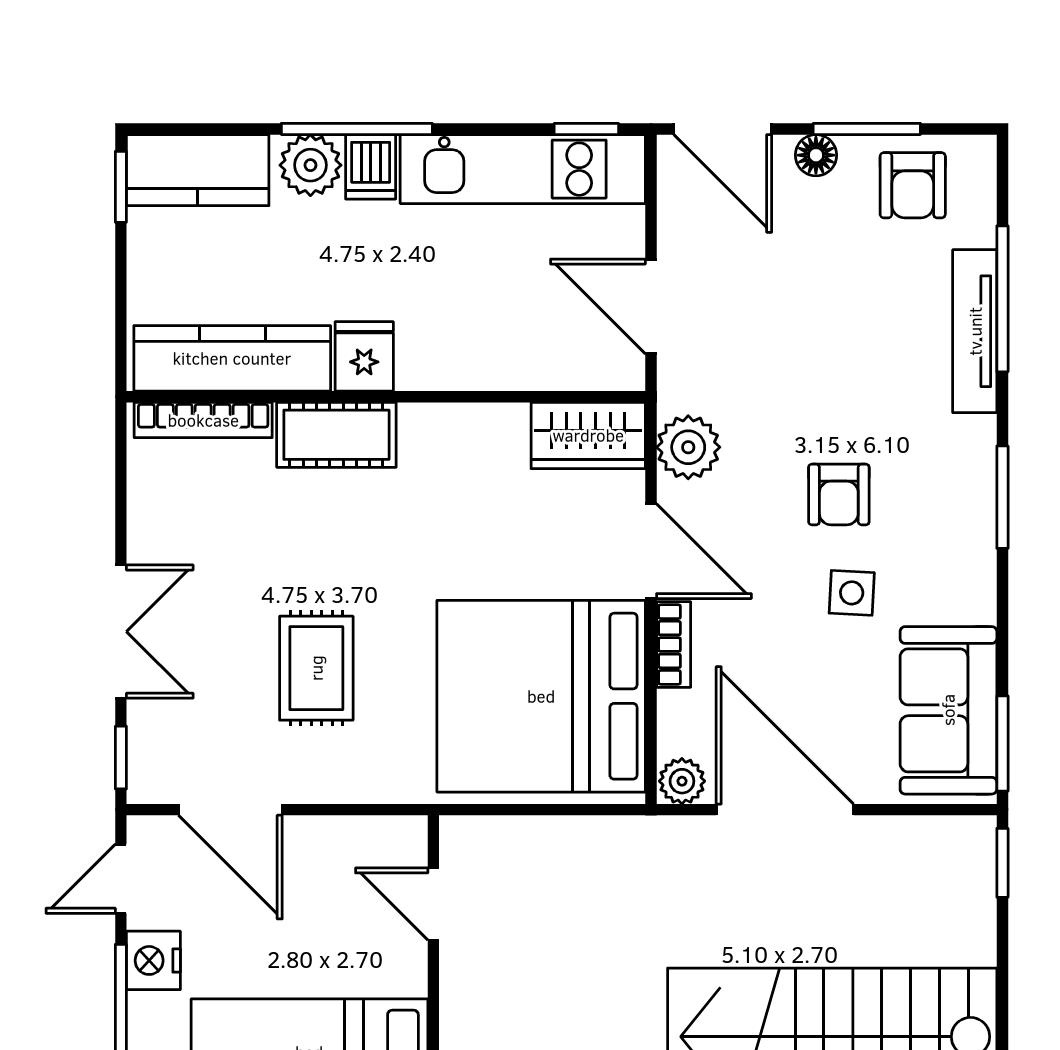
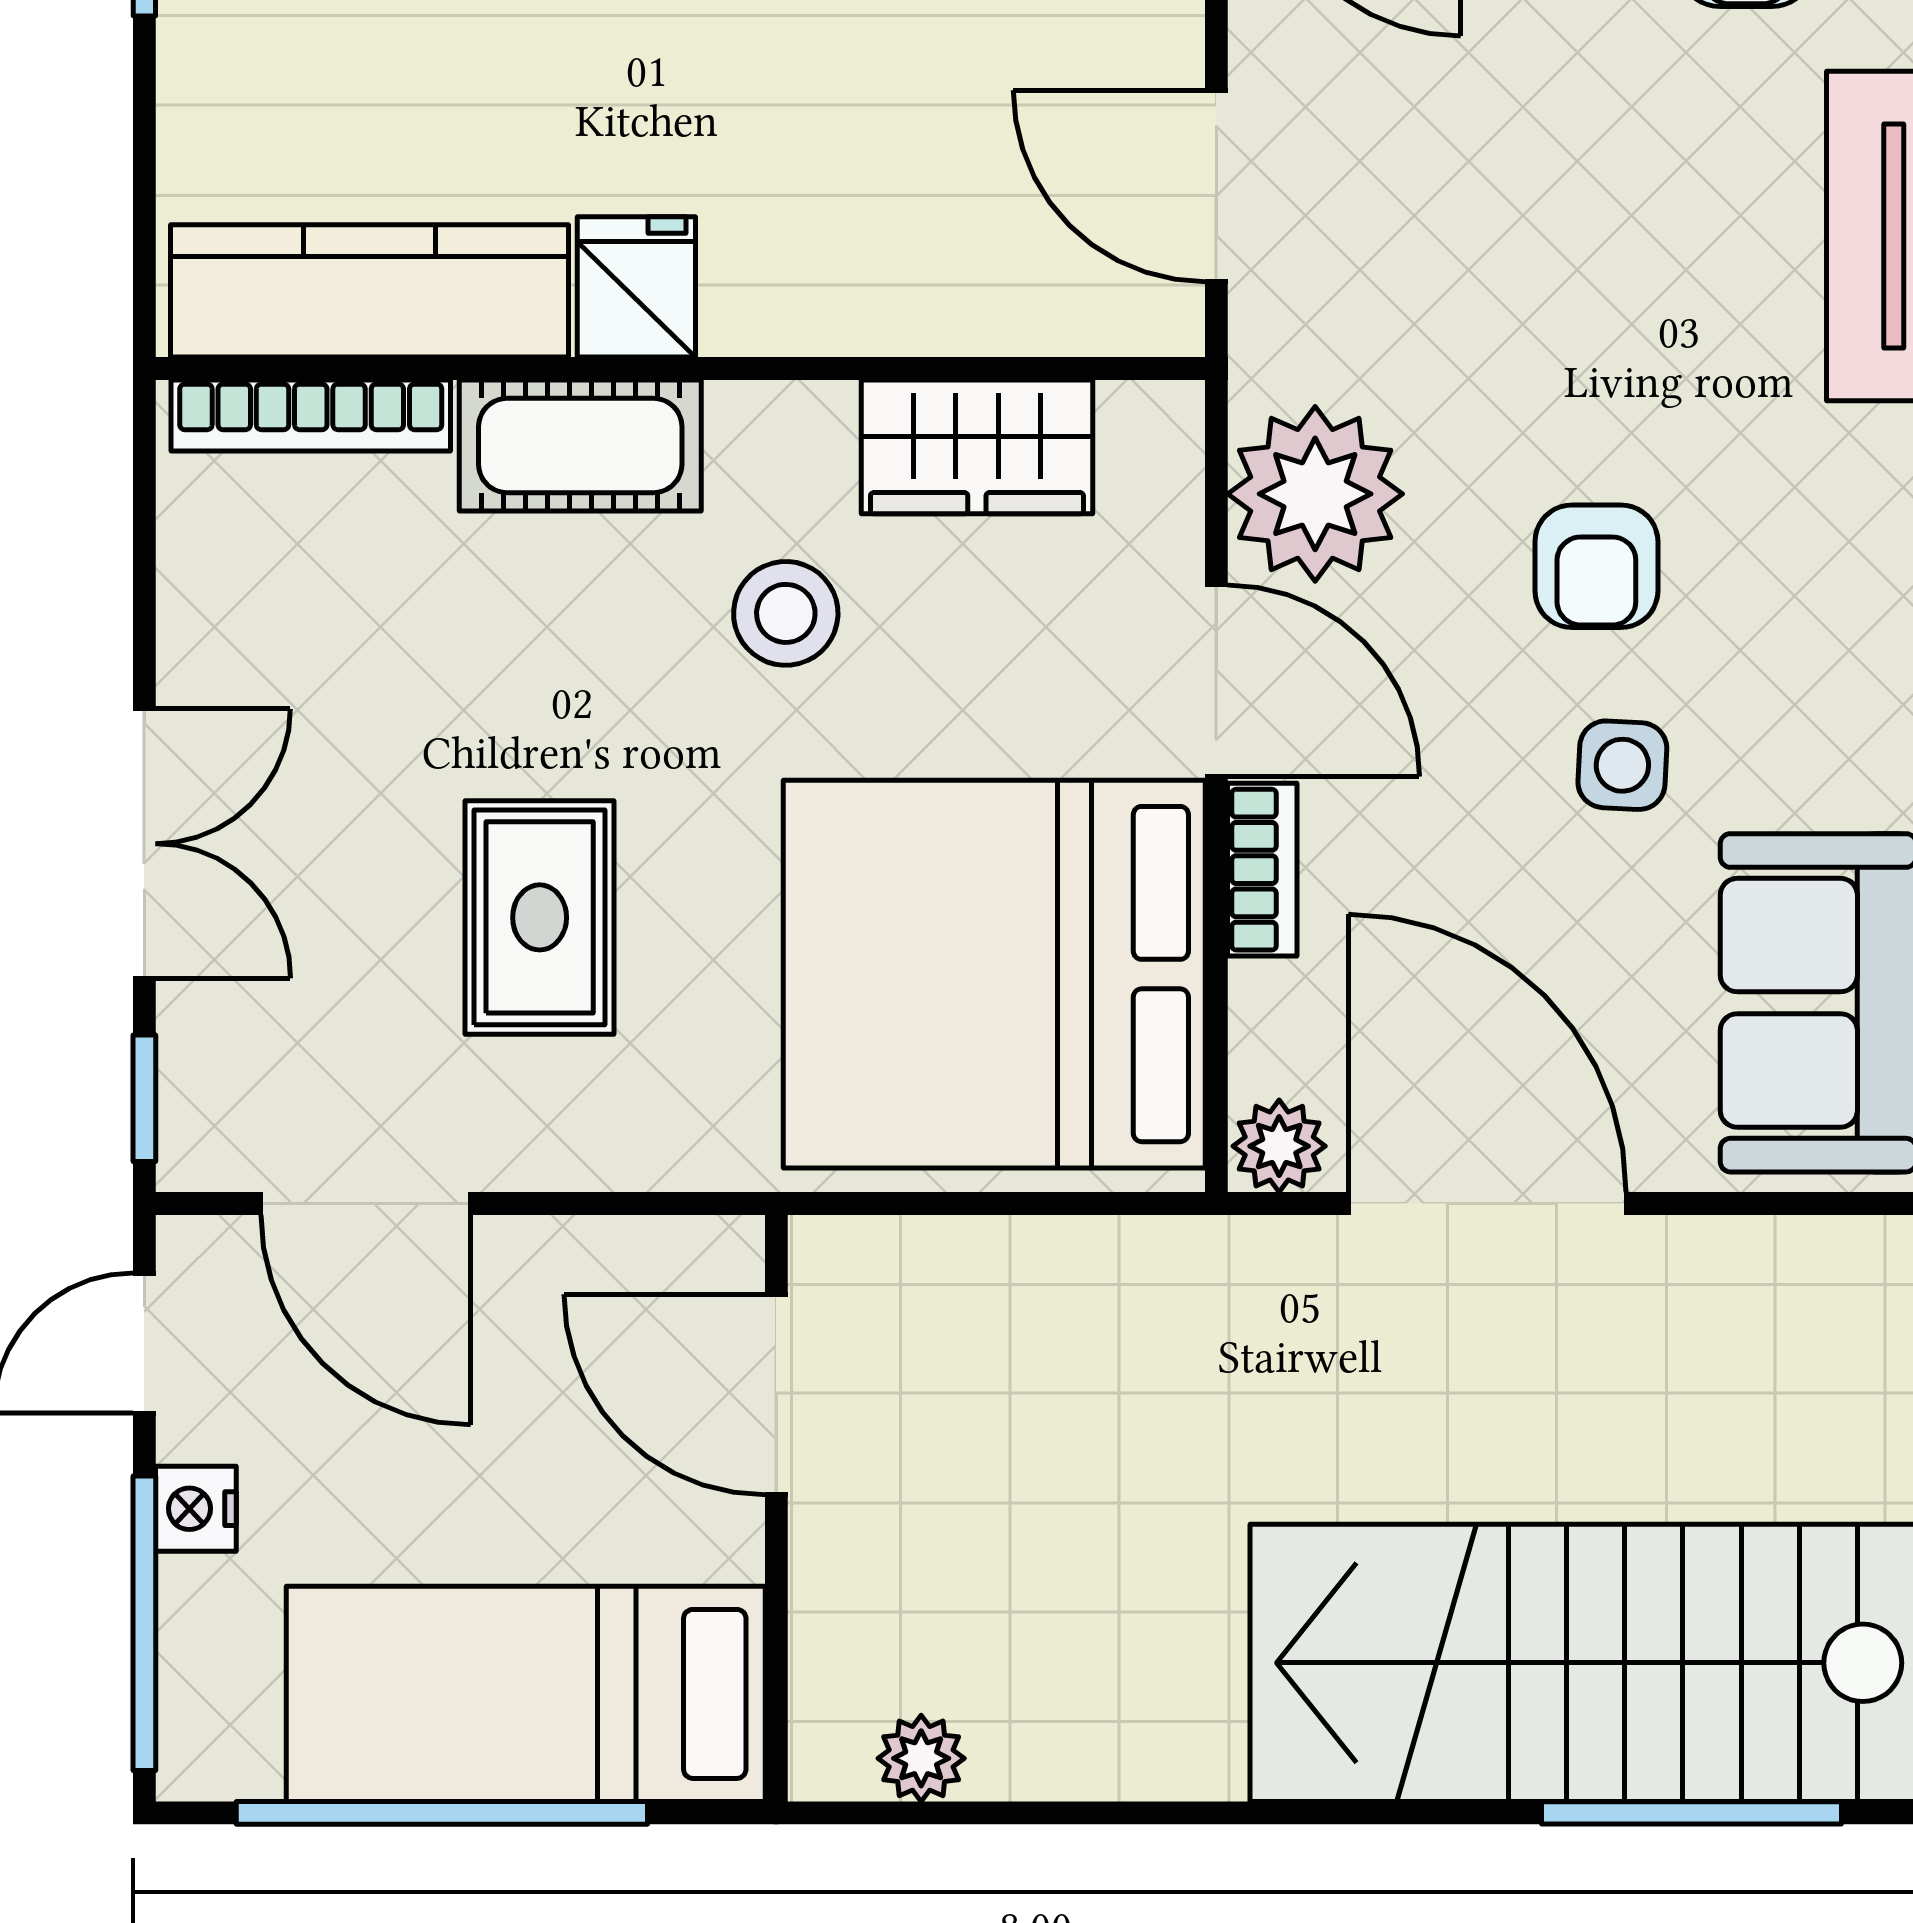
wardrobe: (588, 435) -> (977, 447), moved
plant: (688, 447) -> (1315, 494), width x1.36, depth x1.36
stool: (438, 518) -> (786, 613), added
door: (433, 904) -> (776, 1395), width x1.38
nightstand: (153, 960) -> (196, 1509), width x0.72, depth x0.74

